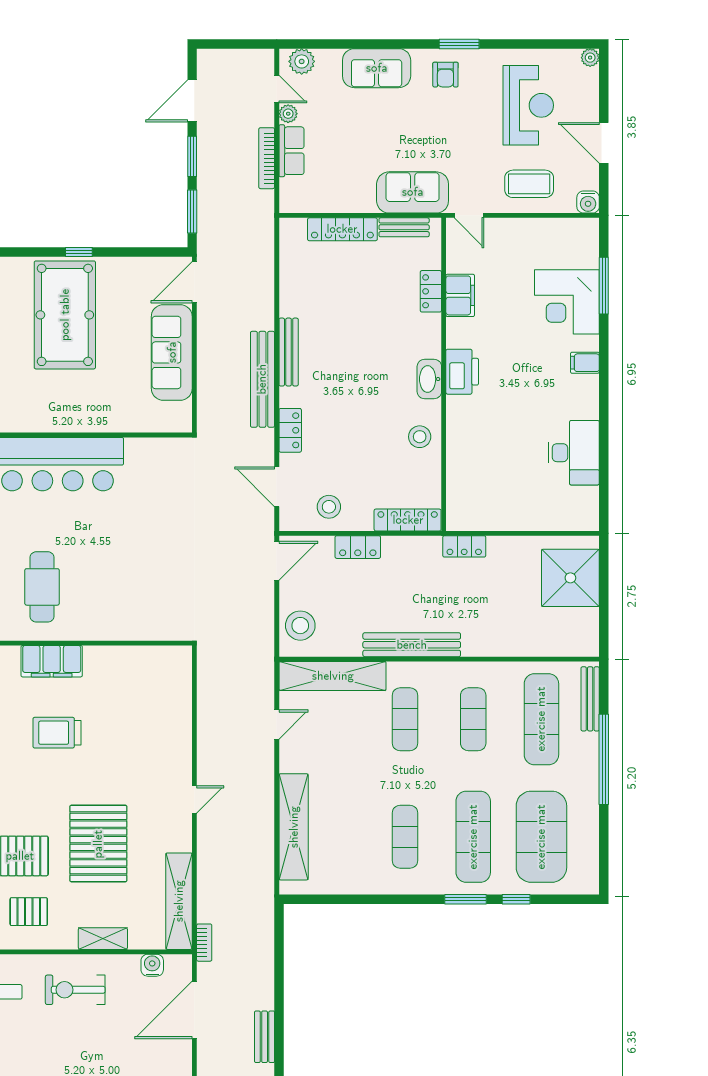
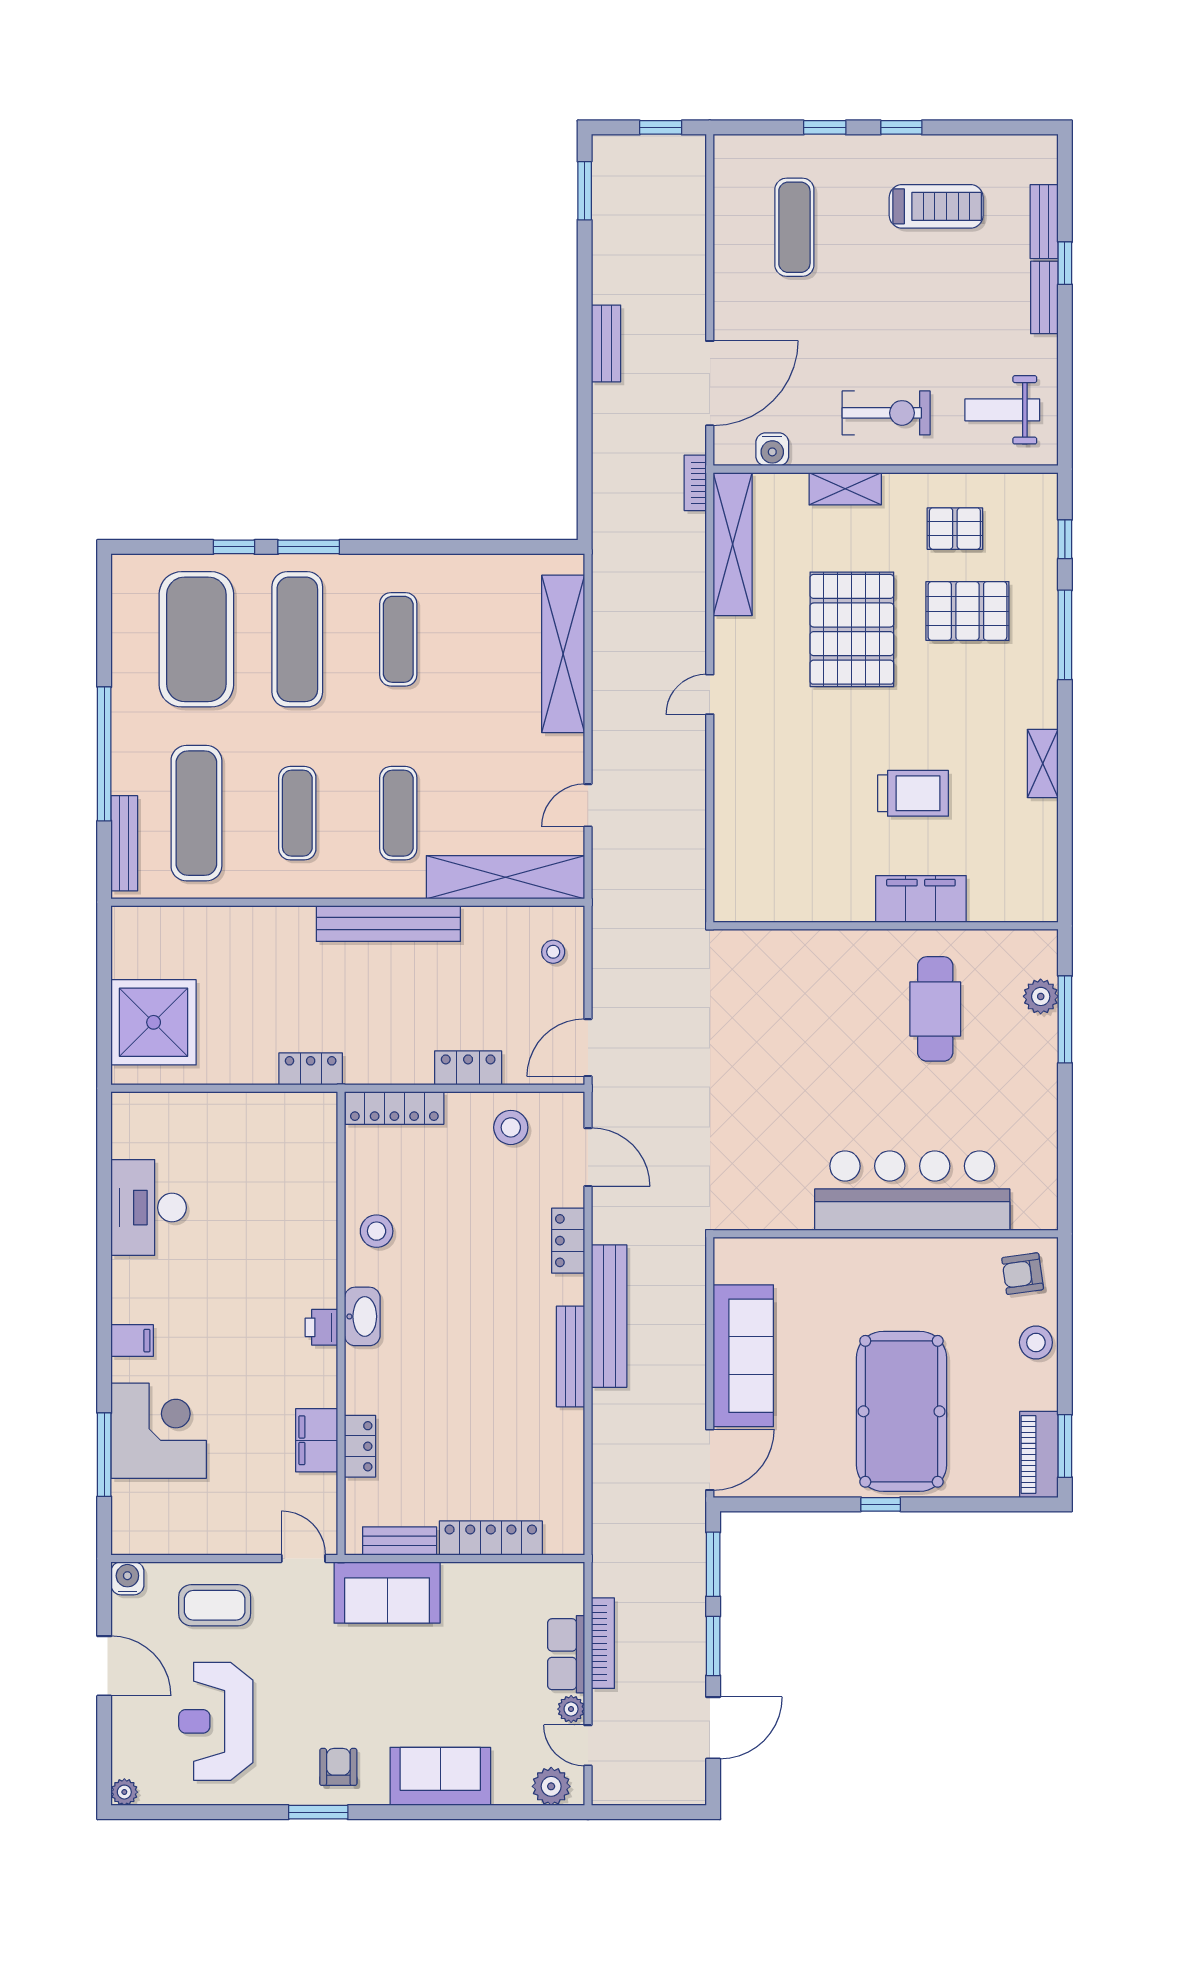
printer: (462, 372) -> (321, 1327), width x0.53, depth x0.68
stool: (300, 626) -> (553, 952), width x0.53, depth x0.53

